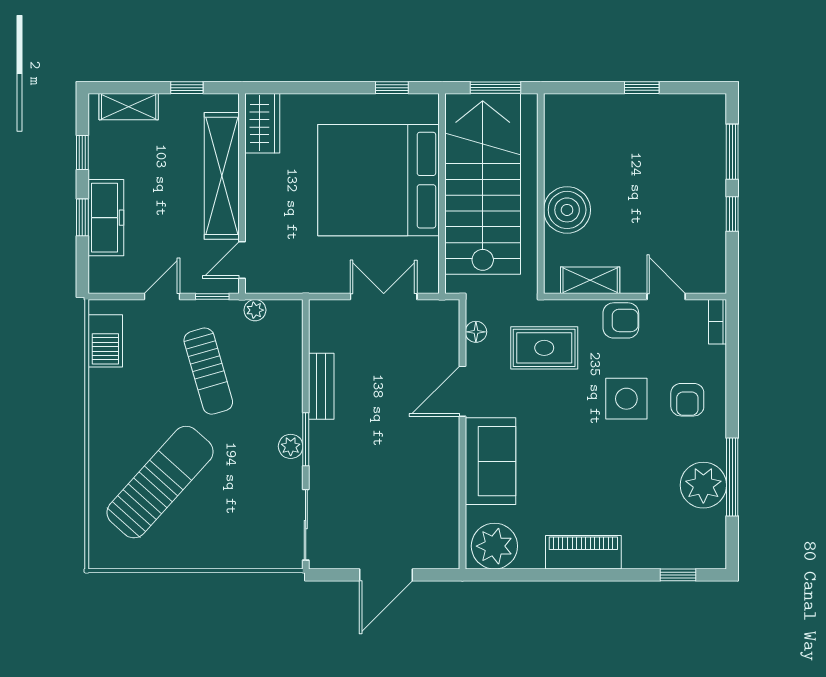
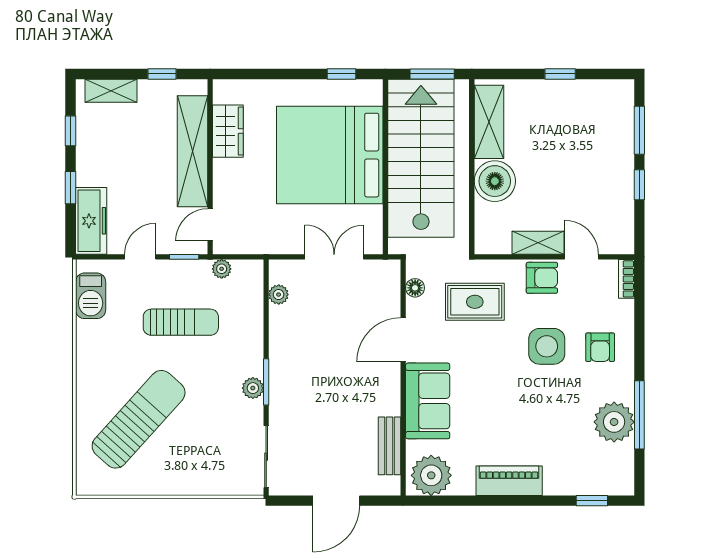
wardrobe: (262, 123) -> (228, 131), moved
shelving: (560, 142) -> (489, 122), added
freezer: (106, 218) -> (91, 221), moved
shelving: (590, 280) -> (538, 243), moved
plant: (320, 340) -> (279, 295), added
sun lounger: (208, 371) -> (181, 322), turned -74
bench: (321, 386) -> (390, 446), moved

